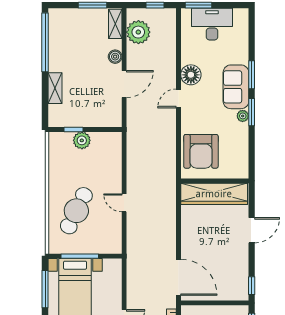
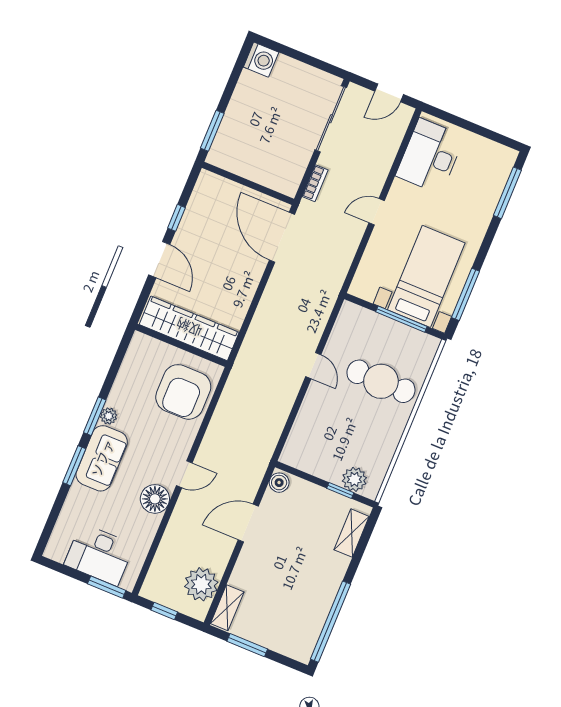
boiler: (115, 57) -> (279, 483), moved
shelving: (55, 88) -> (352, 533), moved
plant: (82, 140) -> (354, 479), moved
armchair: (201, 151) -> (183, 392), turned 180
cafe table: (76, 211) -> (381, 381), turned 64
door: (252, 230) -> (159, 260), swing flipped
window: (252, 286) -> (176, 218), moved

